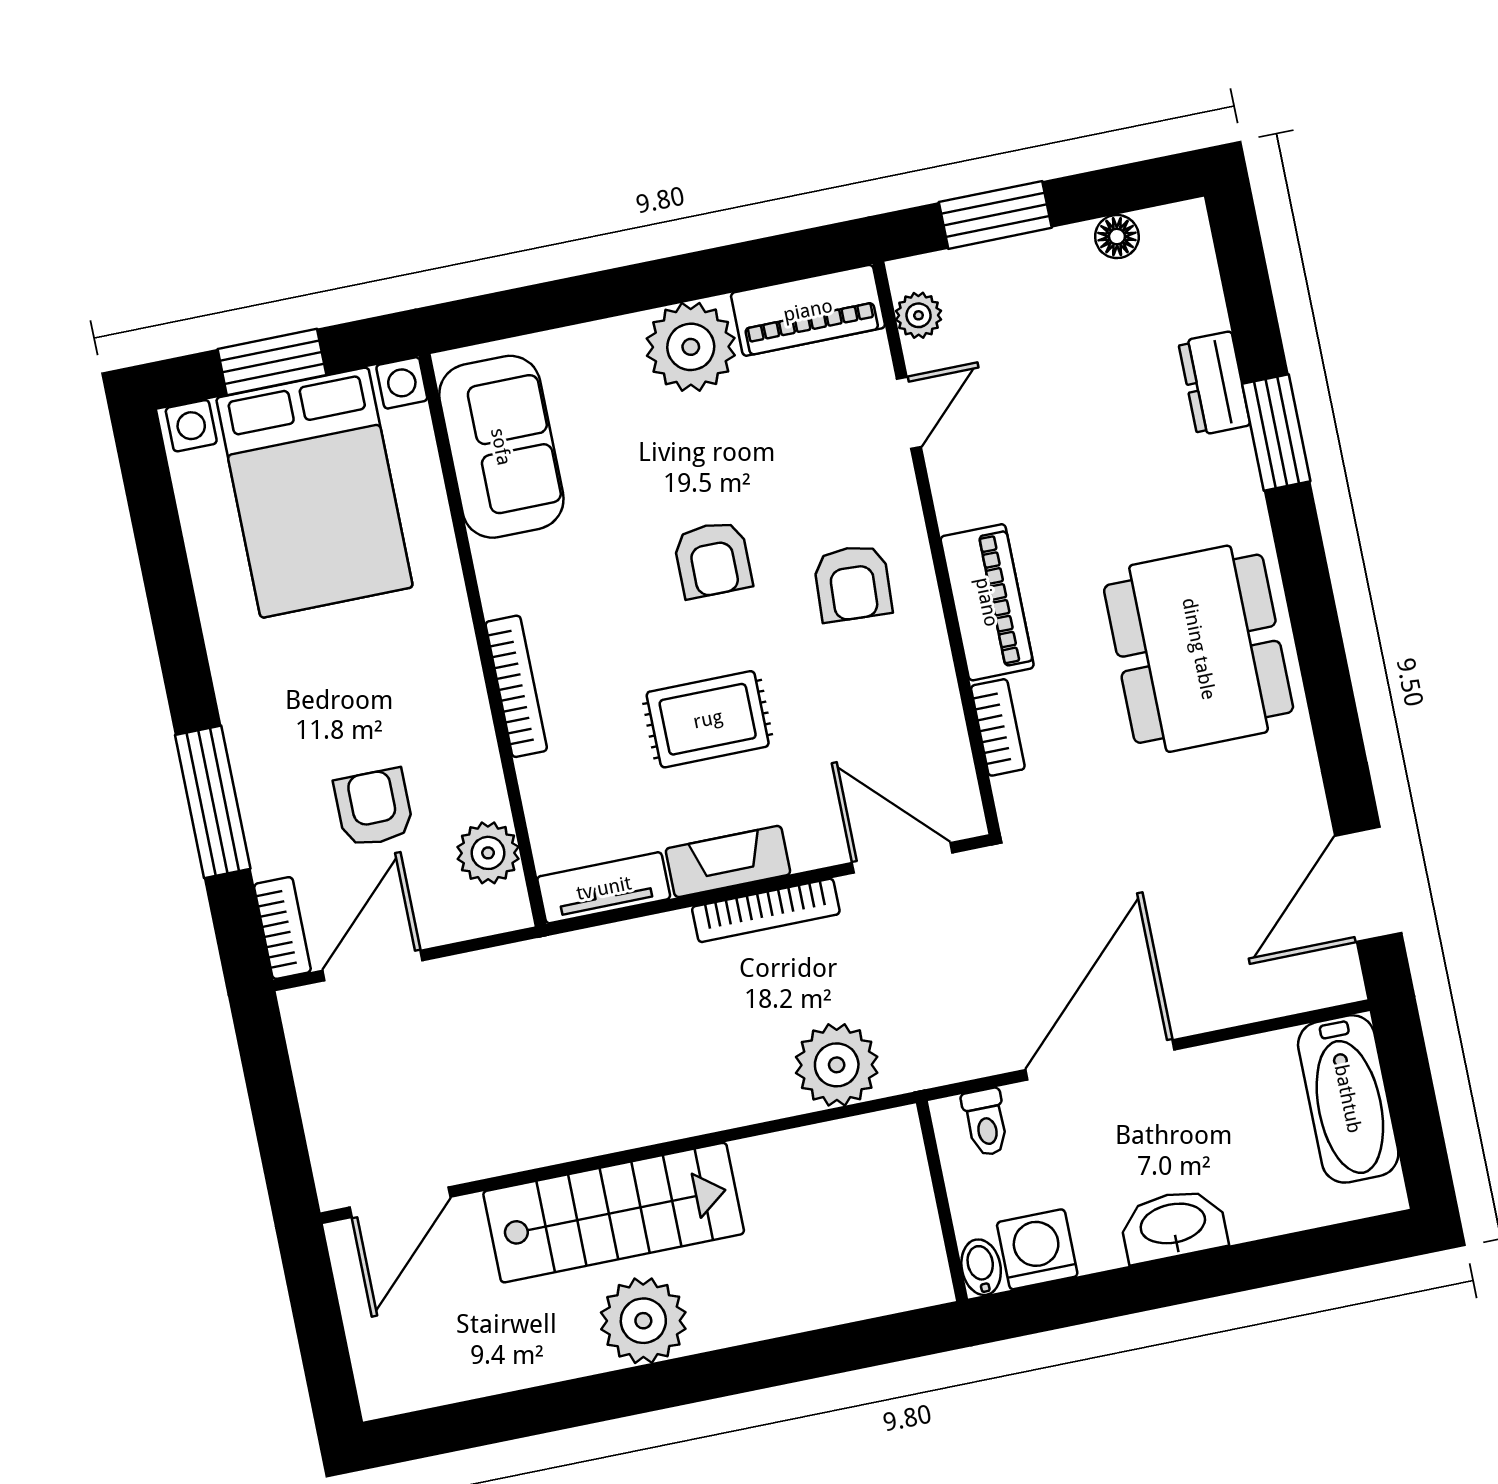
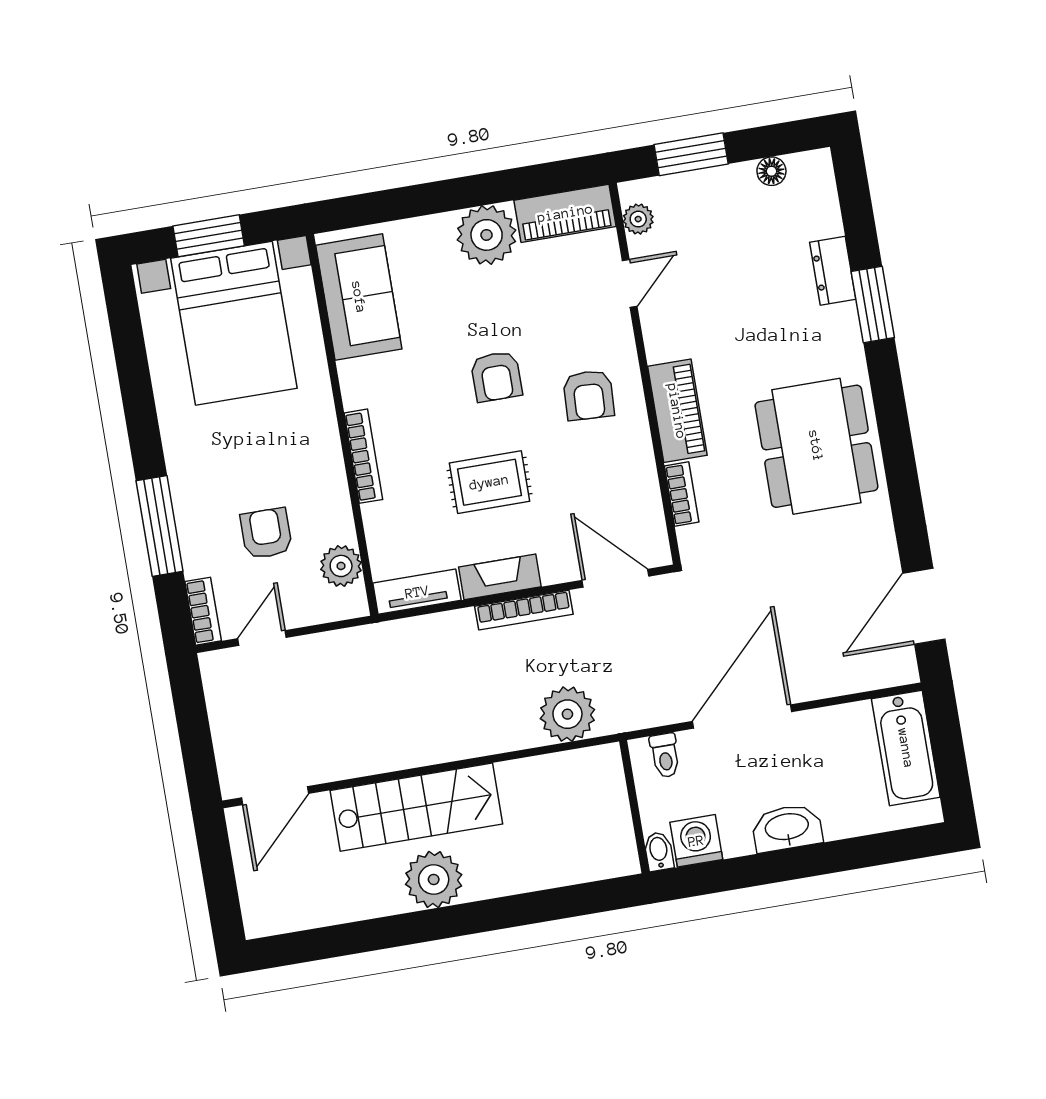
door: (373, 966) -> (262, 638), width x0.73

